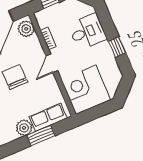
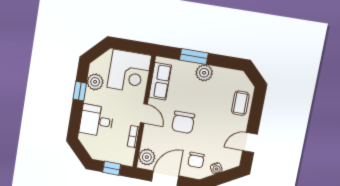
door: (52, 63) -> (144, 113), hinge flipped
plant: (109, 63) -> (95, 82), added
row of seats: (48, 117) -> (160, 81), moved, turned -90

